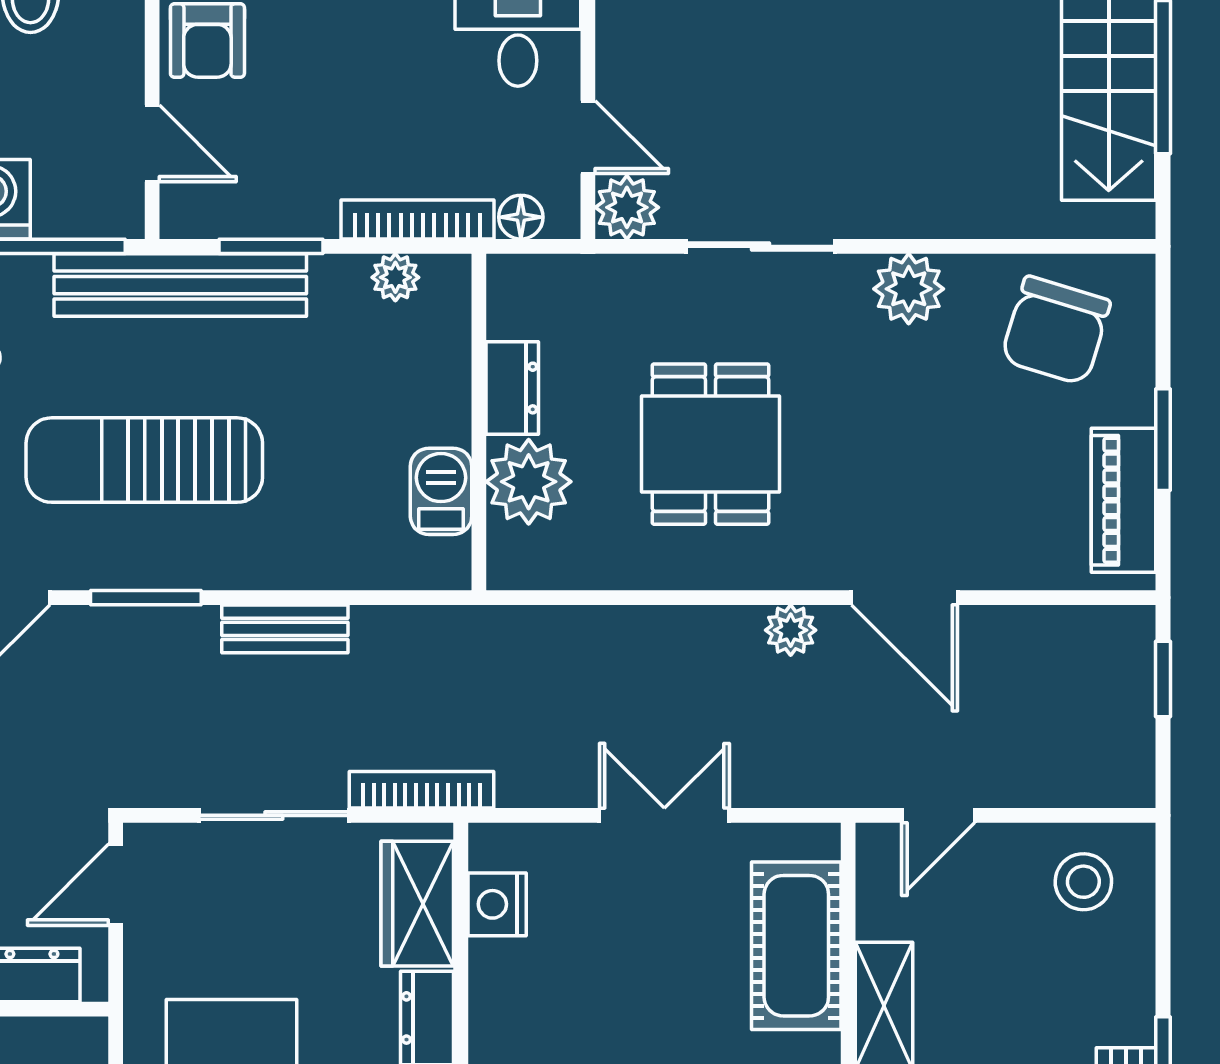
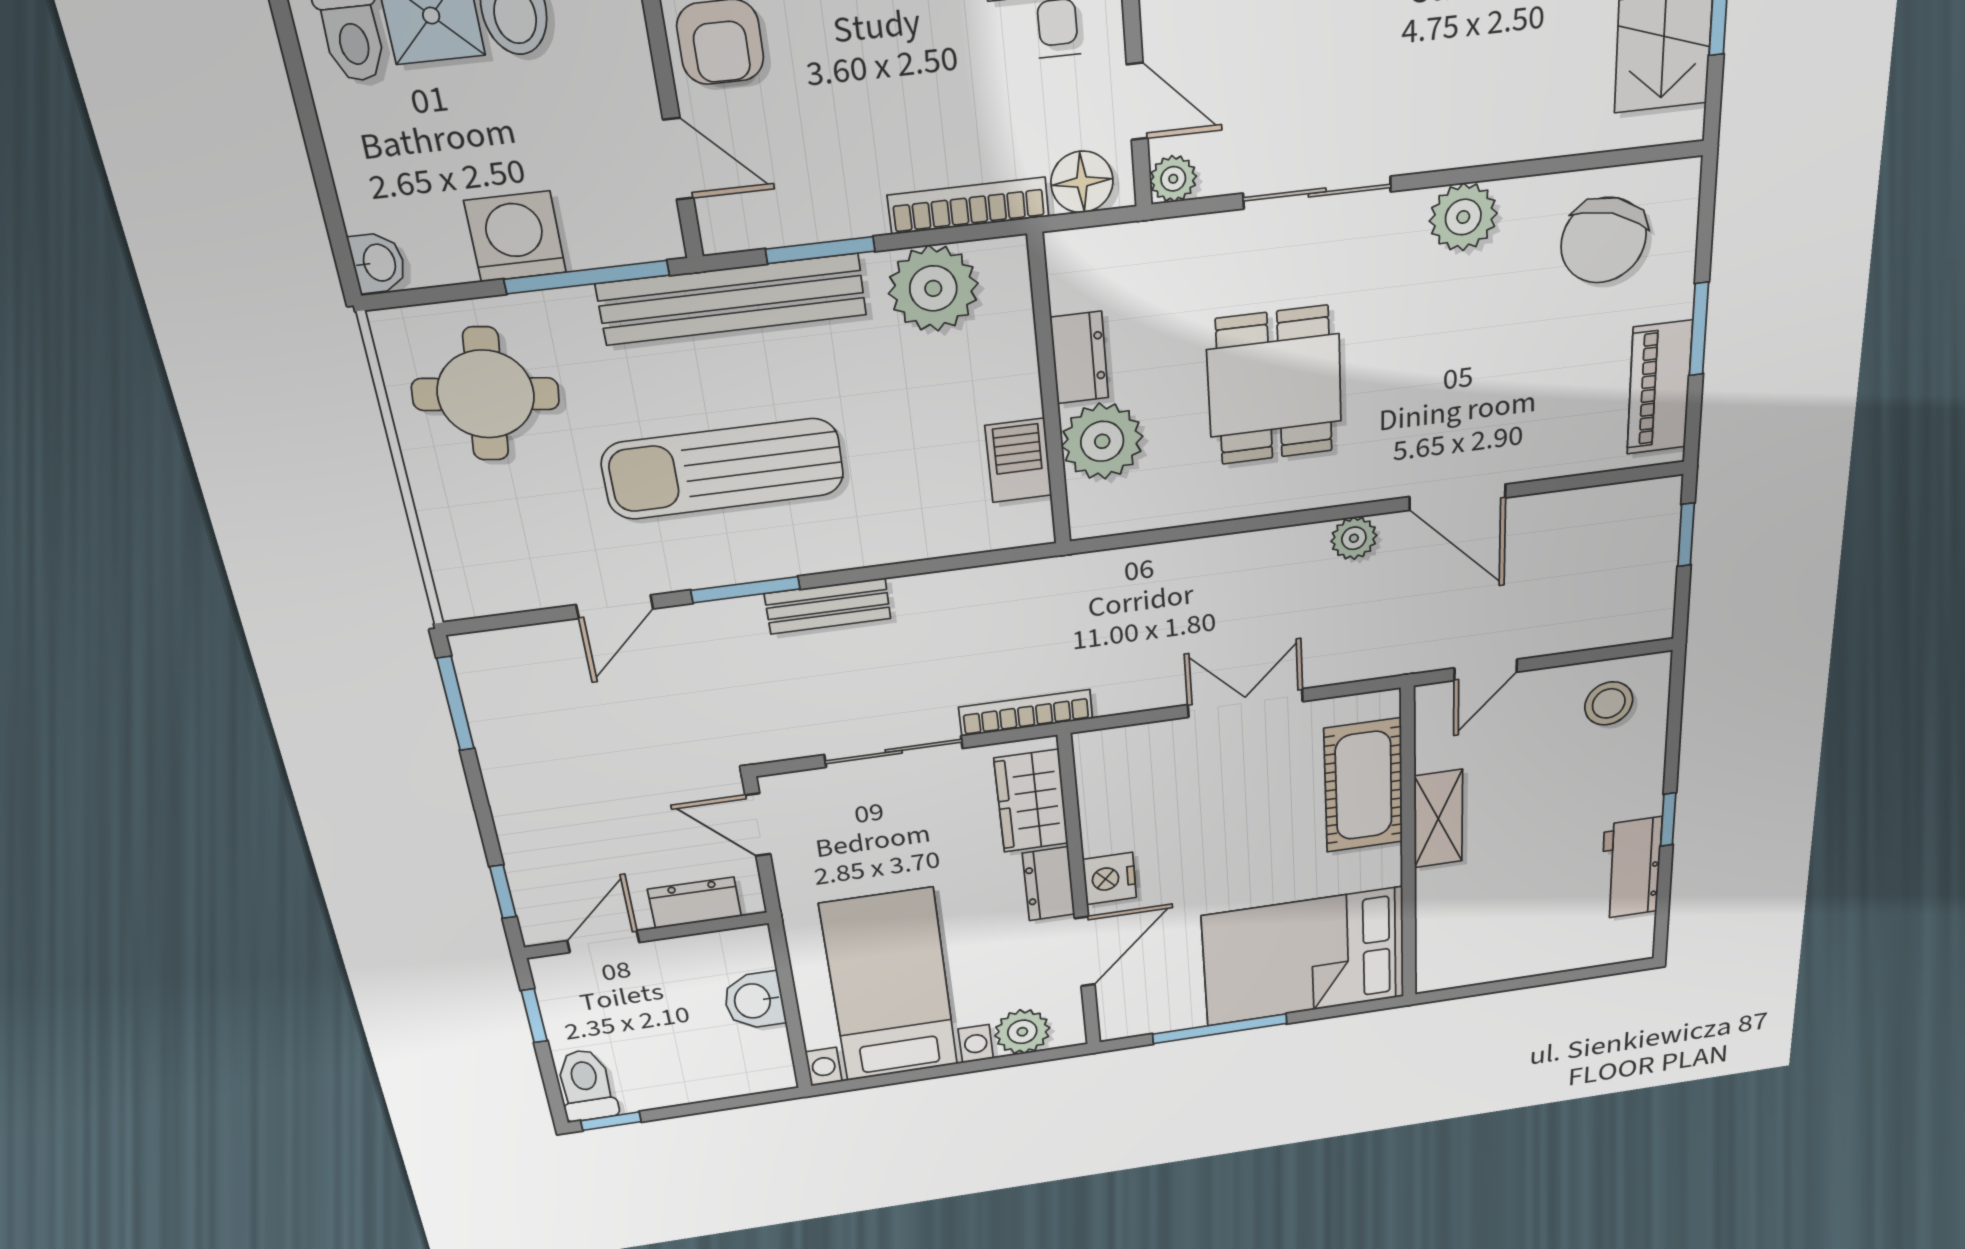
plant: (627, 207) -> (1173, 179), width x0.73, depth x0.73
floor lamp: (521, 217) -> (1082, 182), width x1.37, depth x1.37
plant: (395, 277) -> (933, 288), width x1.88, depth x1.88
bench: (285, 629) -> (828, 606), moved
door: (116, 885) -> (758, 825), hinge flipped
nightstand: (497, 904) -> (1110, 878), moved

